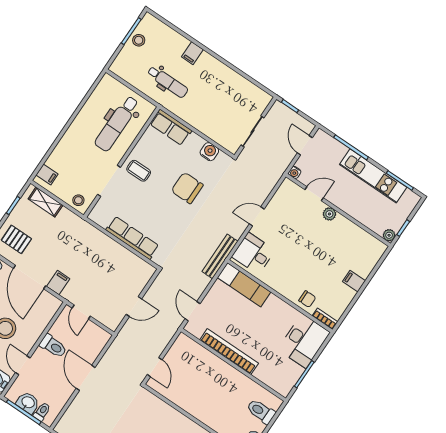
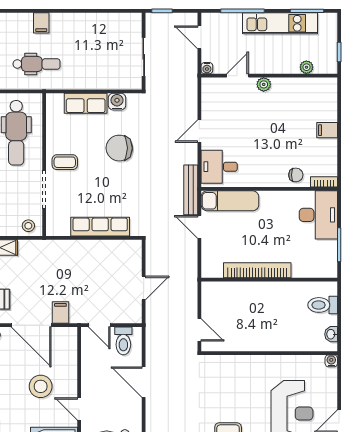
row of seats: (171, 127) -> (86, 103), moved
plant: (389, 235) -> (306, 67), moved
door: (193, 311) -> (199, 227), moved
toilet: (53, 346) -> (123, 341), moved, turned 90

